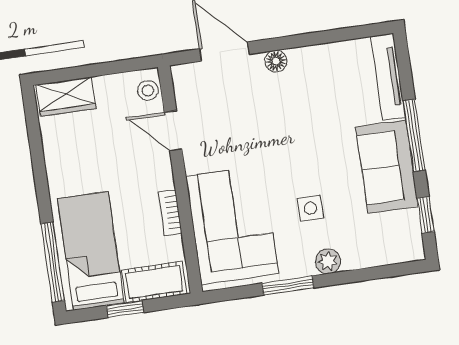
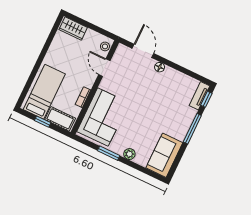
tv unit: (388, 77) -> (199, 96), width x0.71
sofa: (387, 167) -> (164, 155), moved
side table: (310, 208) -> (136, 130), removed
window: (425, 215) -> (206, 99), moved
window: (53, 262) -> (27, 86), removed

